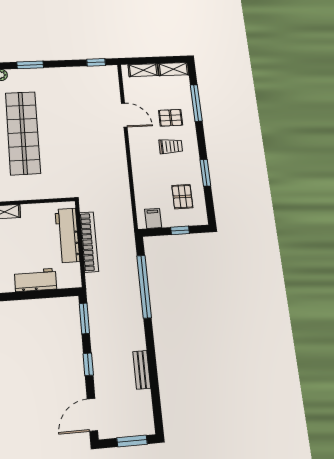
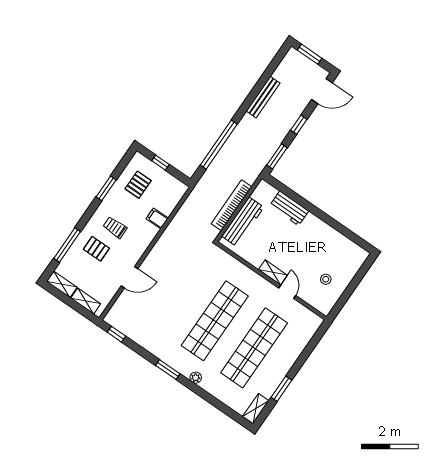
door: (124, 115) -> (129, 277), swing flipped
filing cabinet: (153, 218) -> (157, 218), moved, turned 90
bench: (142, 370) -> (263, 97), width x1.36

